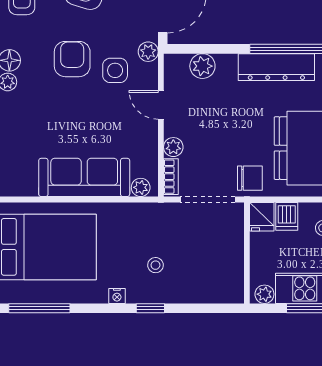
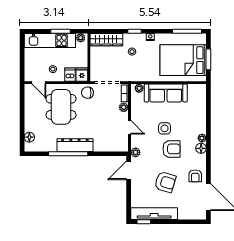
armchair: (72, 59) -> (171, 149), turned -90
plant: (202, 66) -> (110, 146), removed
side table: (115, 70) -> (165, 128), moved
wardrobe: (210, 290) -> (106, 40), added

